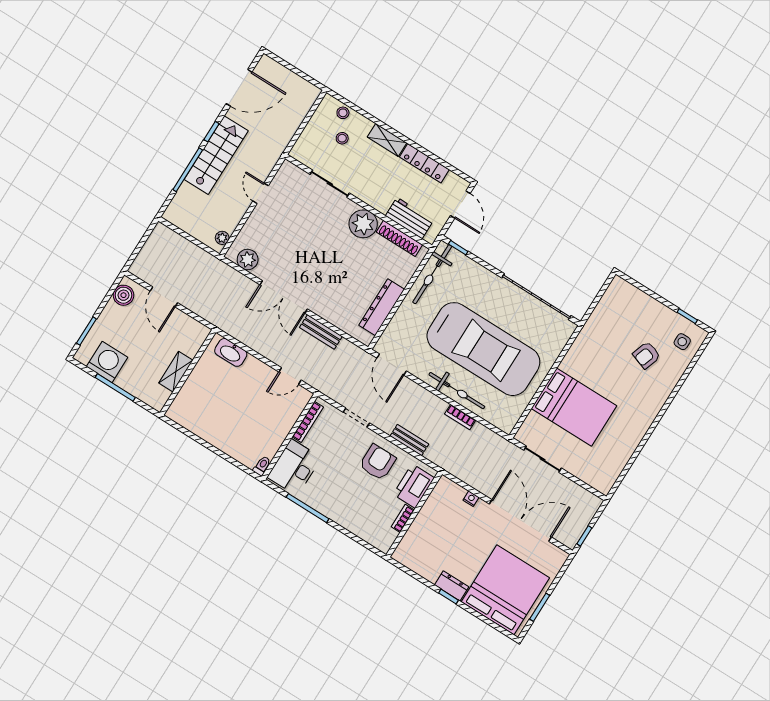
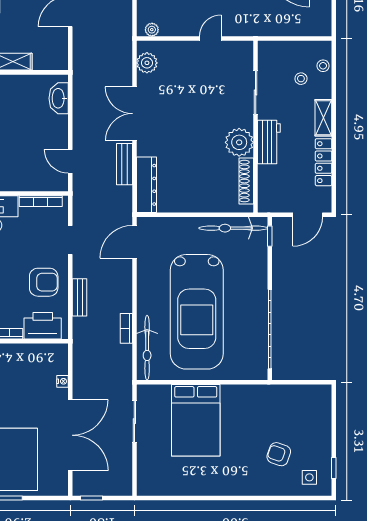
workbench: (410, 218) -> (269, 142), moved
dresser: (382, 307) -> (147, 185), moved, turned 90
bicycle: (457, 391) -> (147, 348), moved

